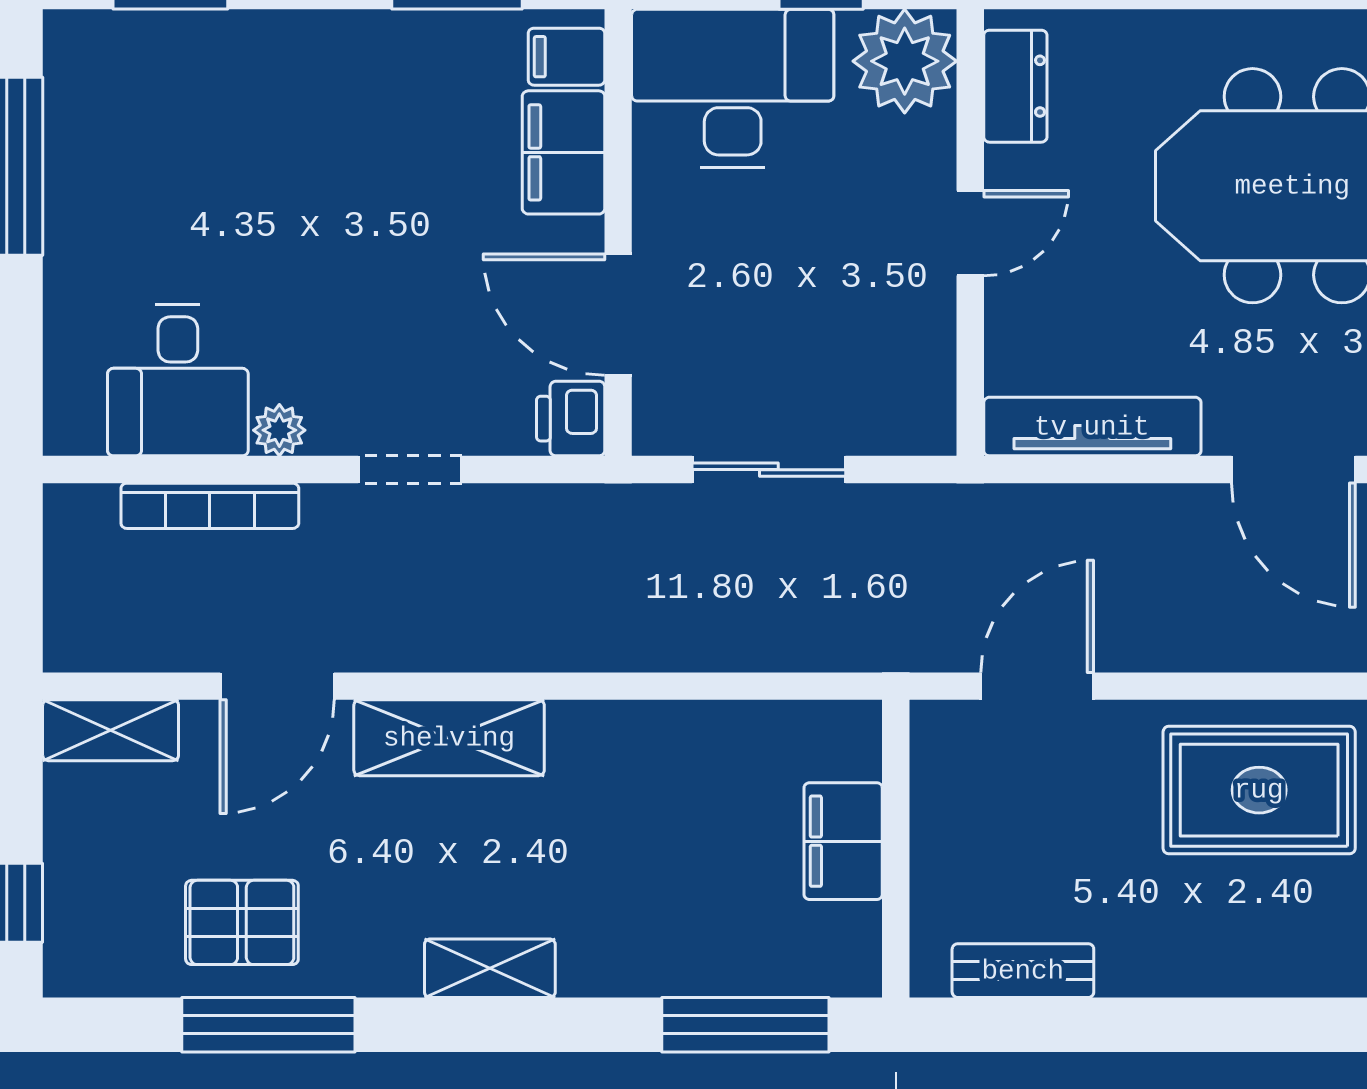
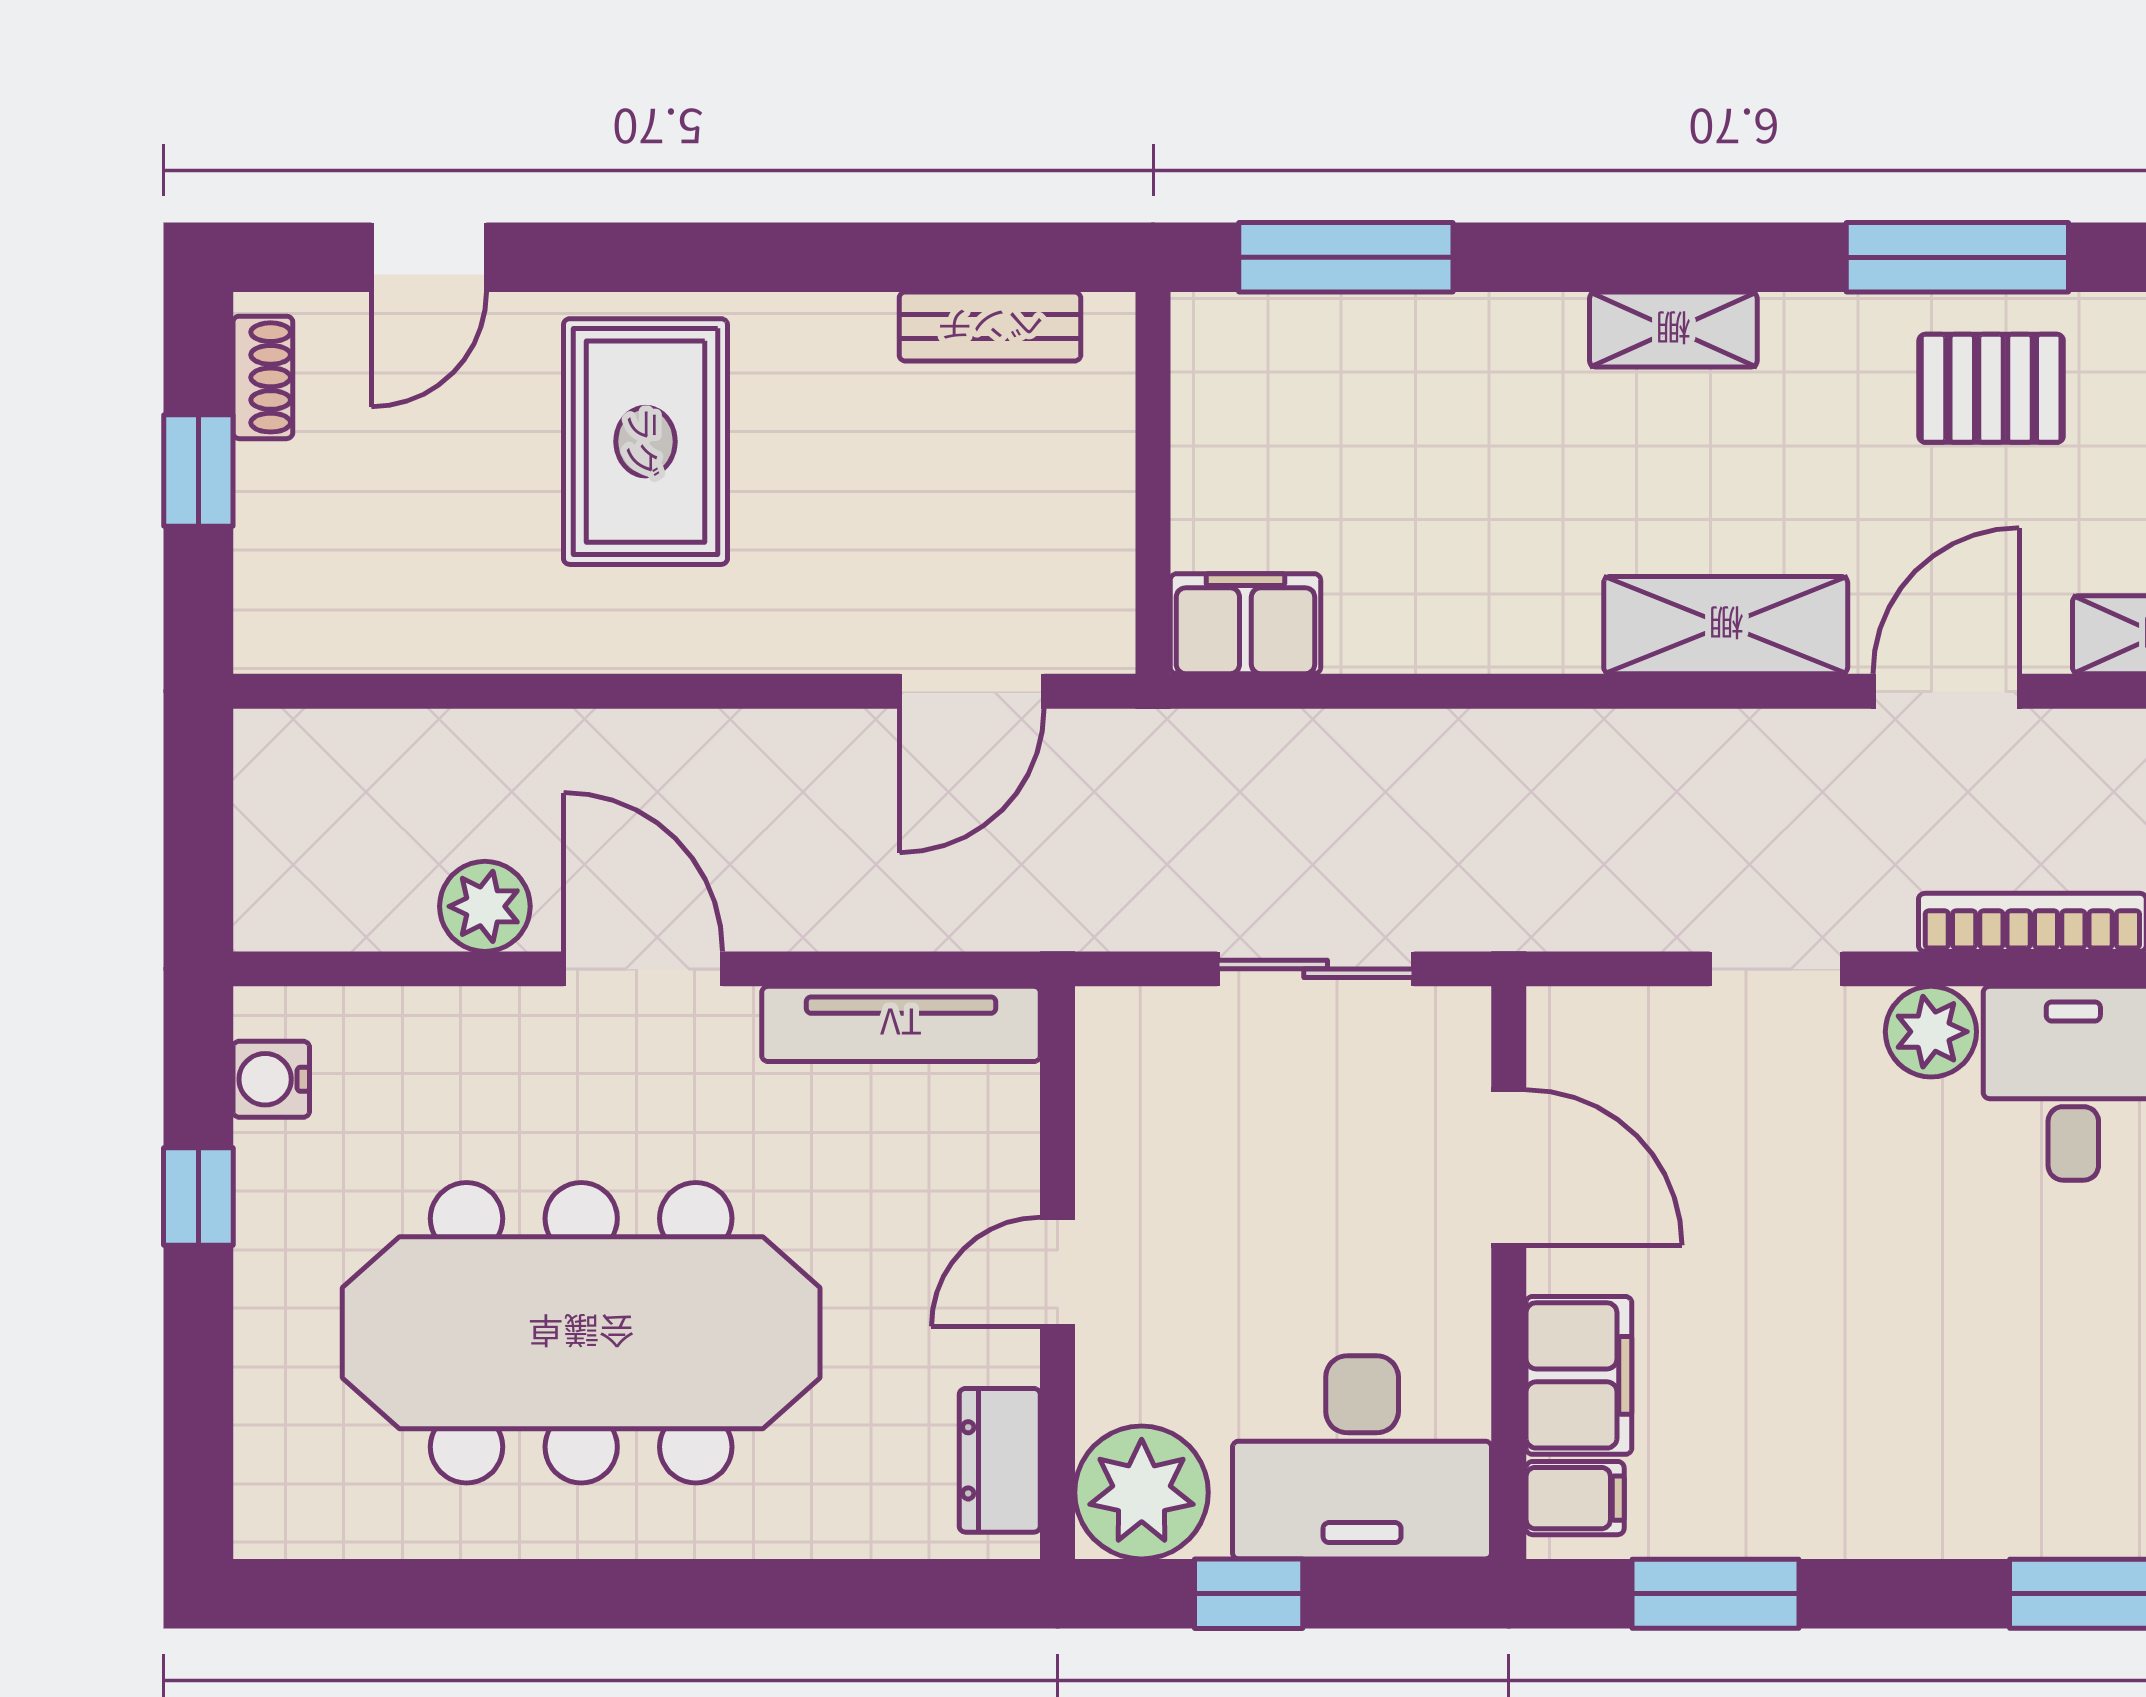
printer: (571, 419) -> (1570, 1034), removed
plant: (279, 430) -> (1931, 1032), width x1.38, depth x1.38
rug: (1259, 790) -> (645, 442), moved, turned 90
filing cabinet: (843, 841) -> (1245, 624), moved, turned -90

